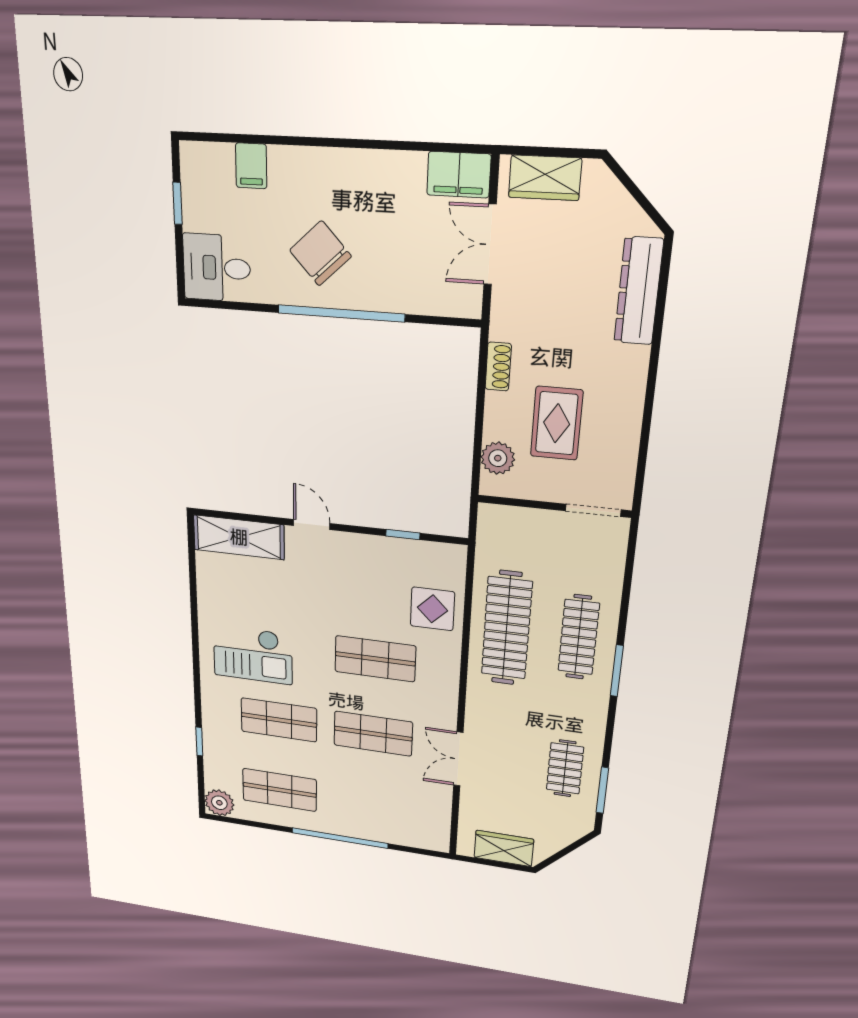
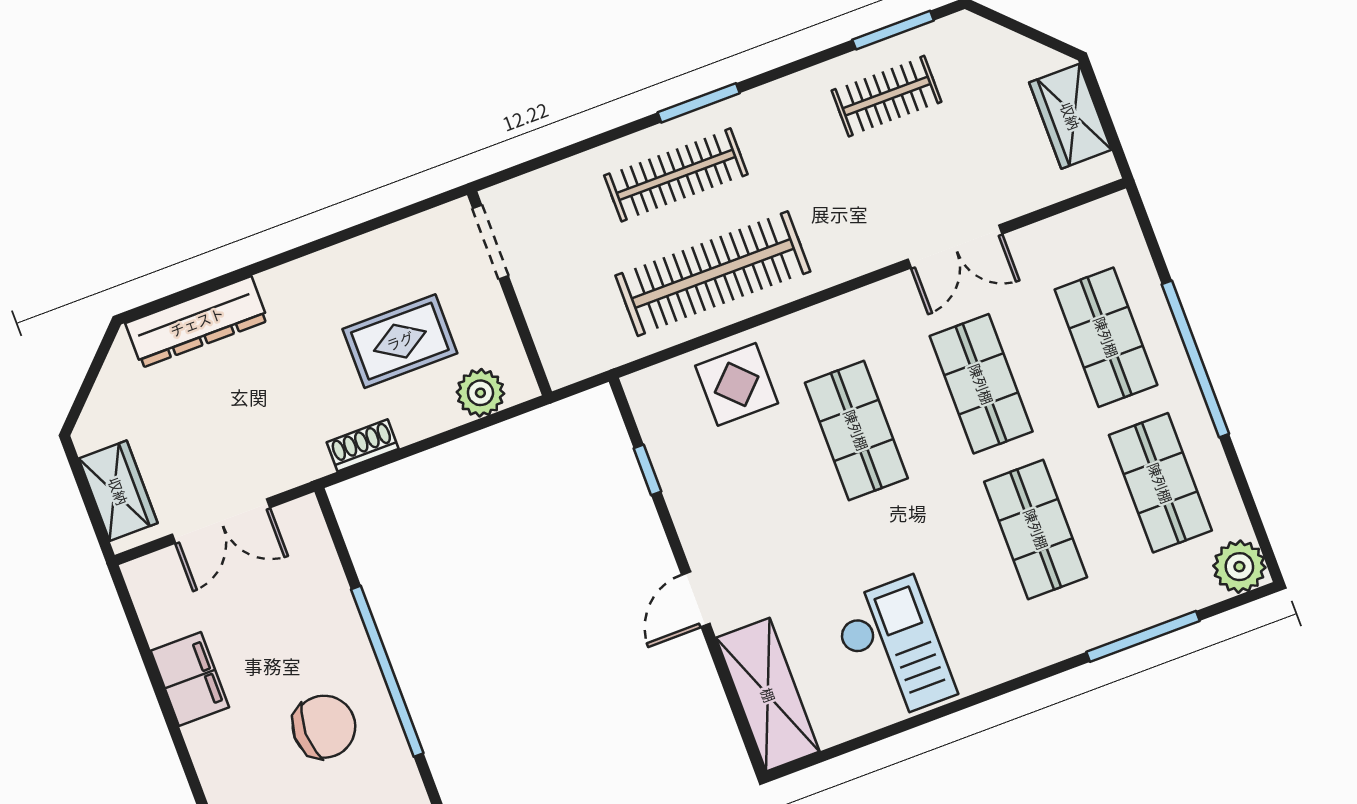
filing cabinet: (459, 175) -> (190, 679), moved
chair: (320, 253) -> (324, 727), turned -137
checkout: (253, 655) -> (894, 650), moved
window: (199, 741) -> (1143, 636), width x2.17
shop shelf: (371, 804) -> (1106, 337), added

